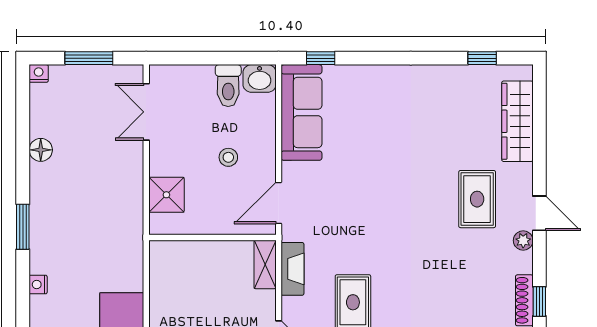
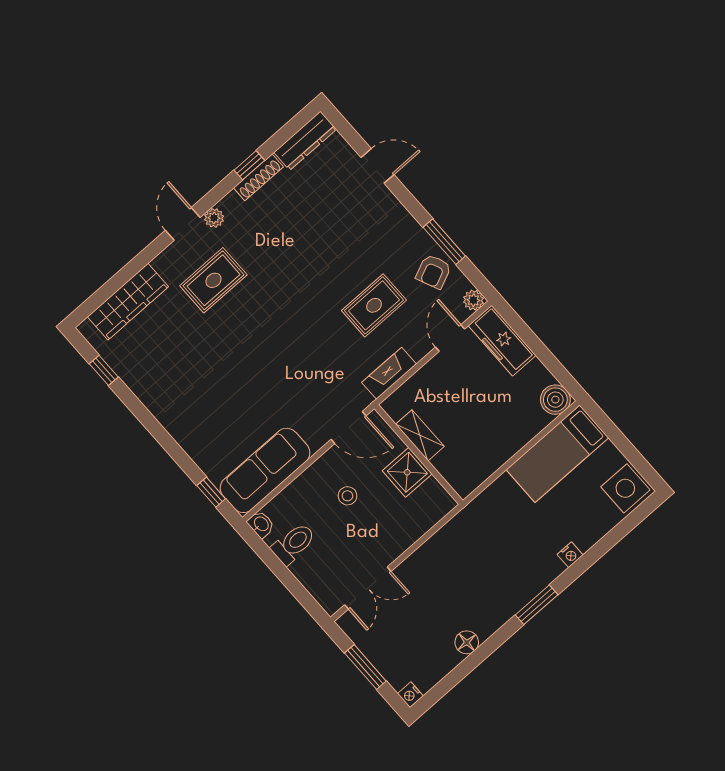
washbasin: (260, 78) -> (261, 524), width x0.72, depth x0.69
shower: (166, 195) -> (407, 472), moved
shelving: (265, 264) -> (420, 435), moved, turned 90

